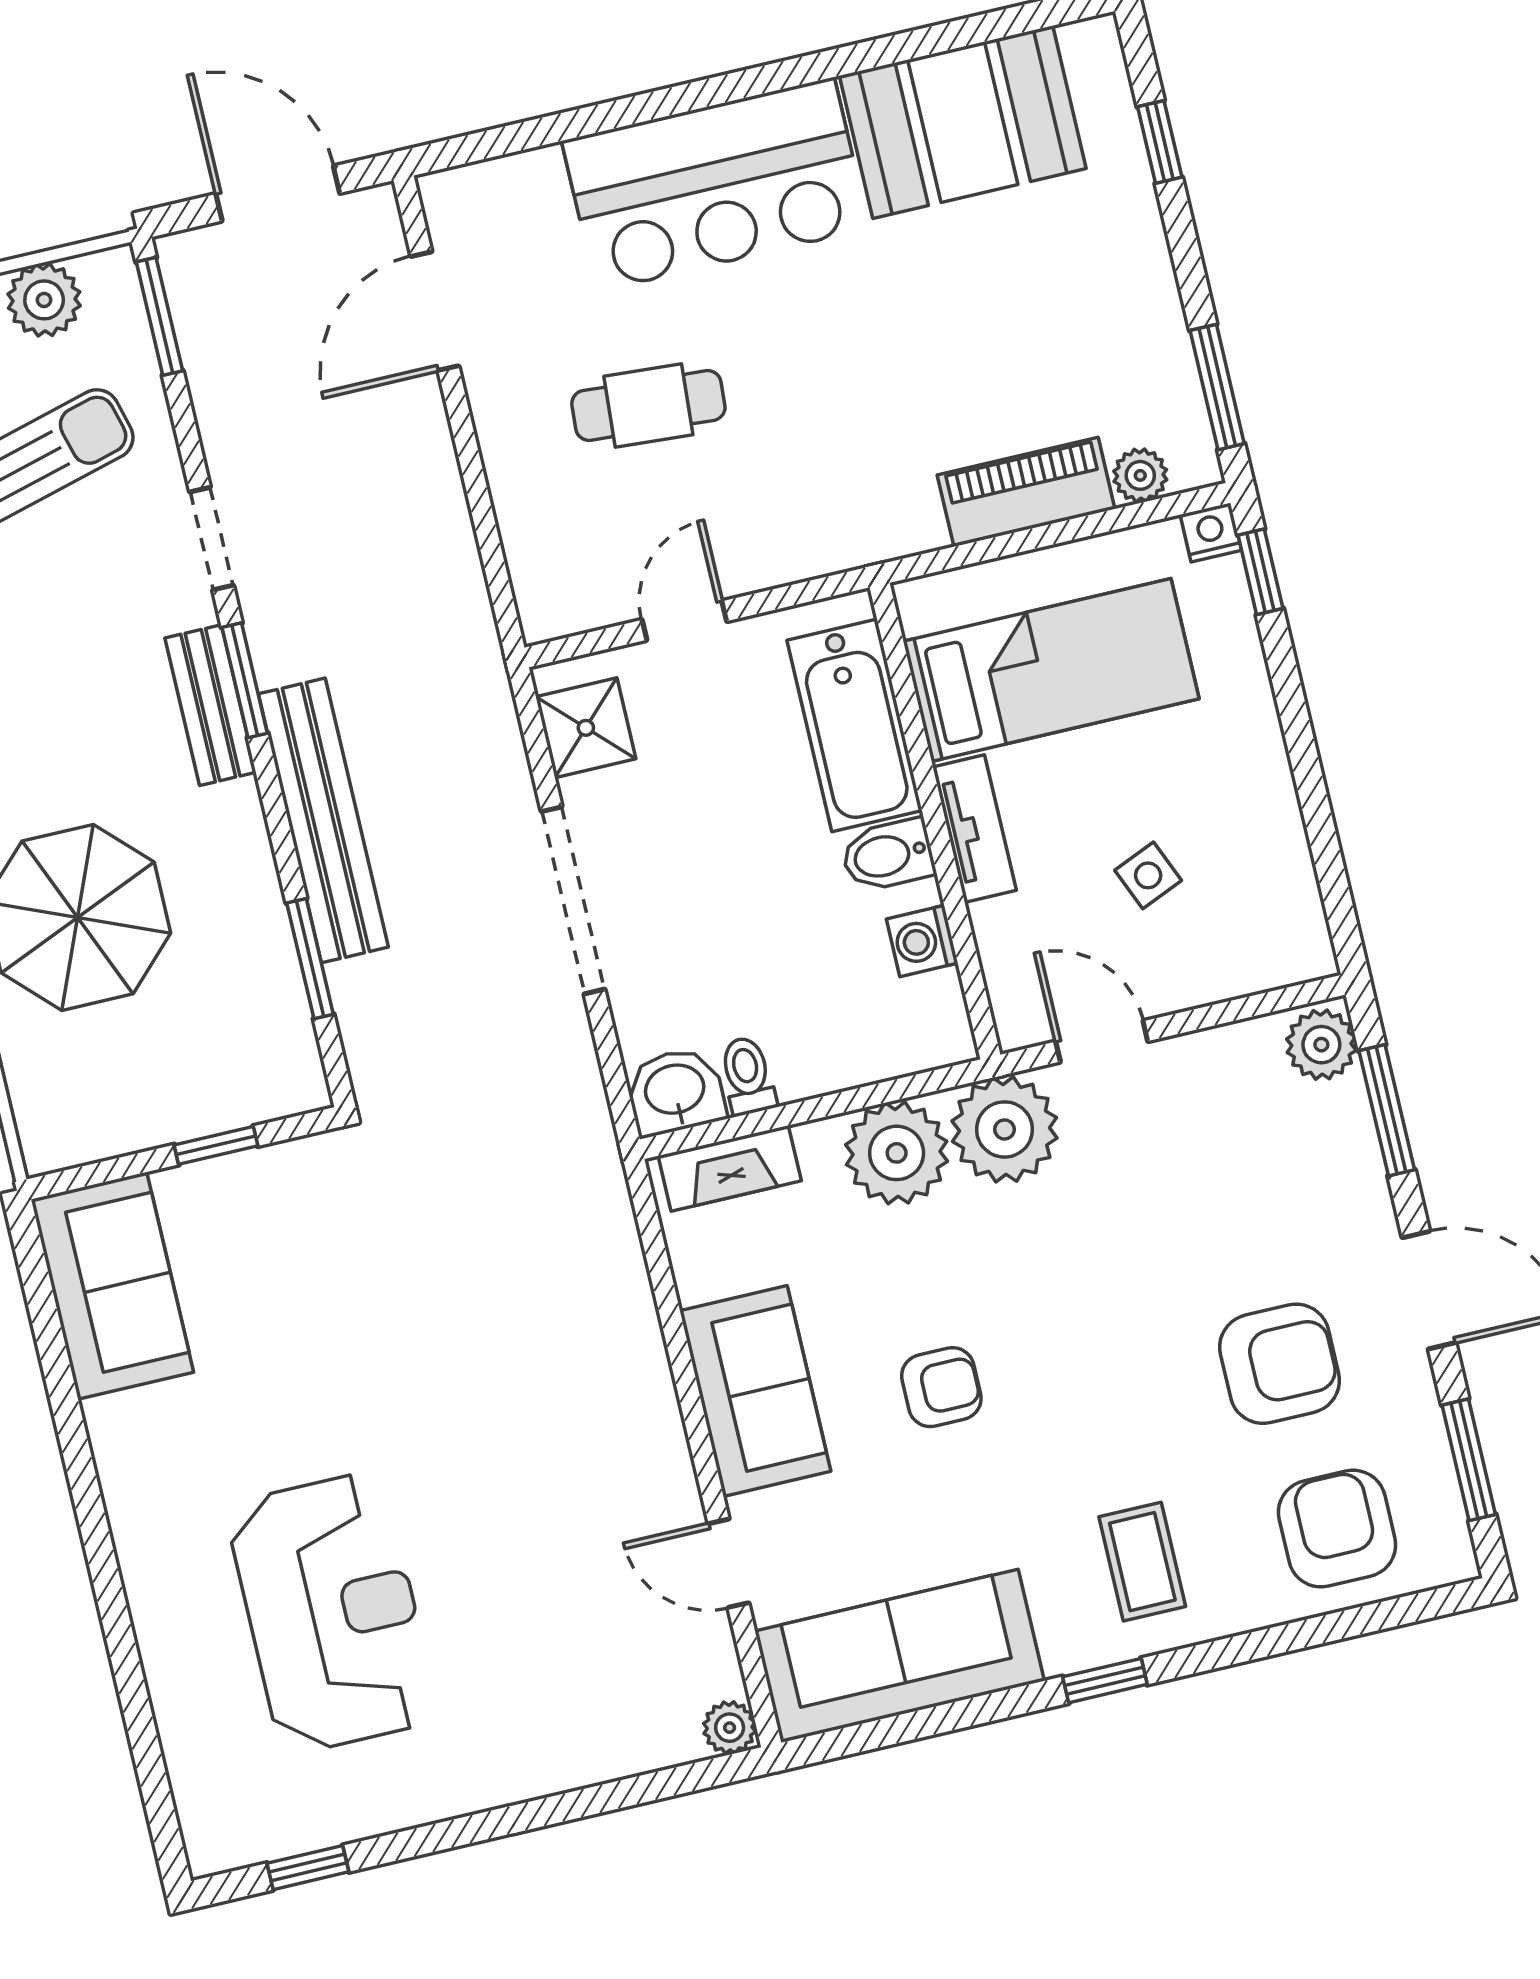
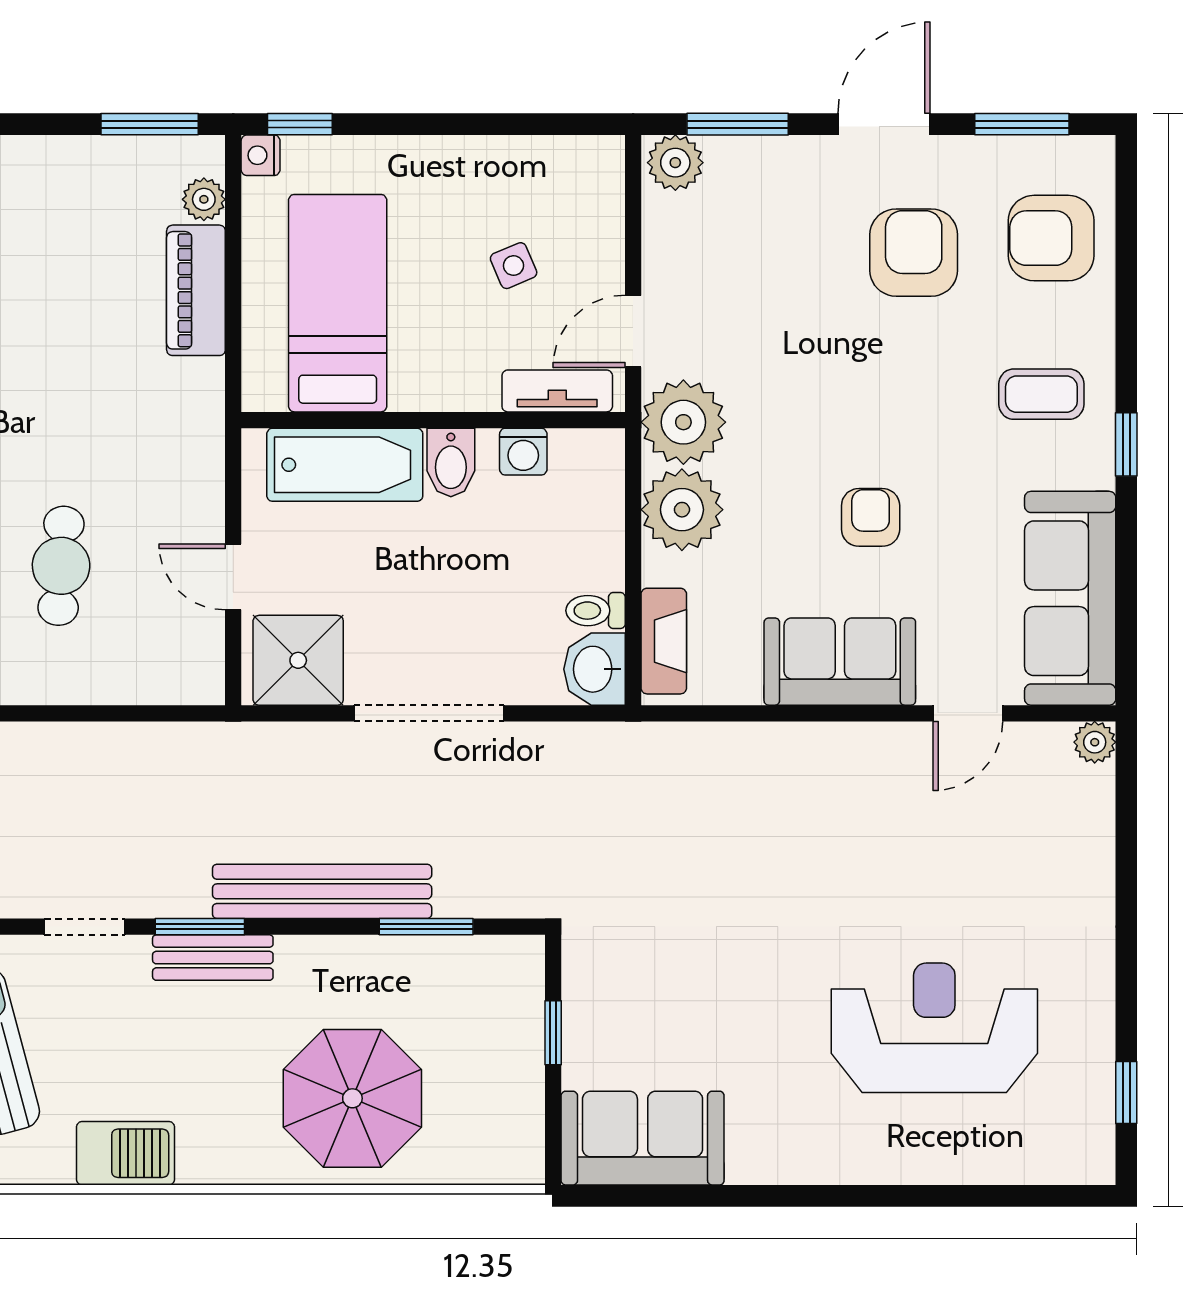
shower: (586, 728) -> (298, 660), width x1.36, depth x1.36
tv unit: (974, 829) -> (557, 391), moved

